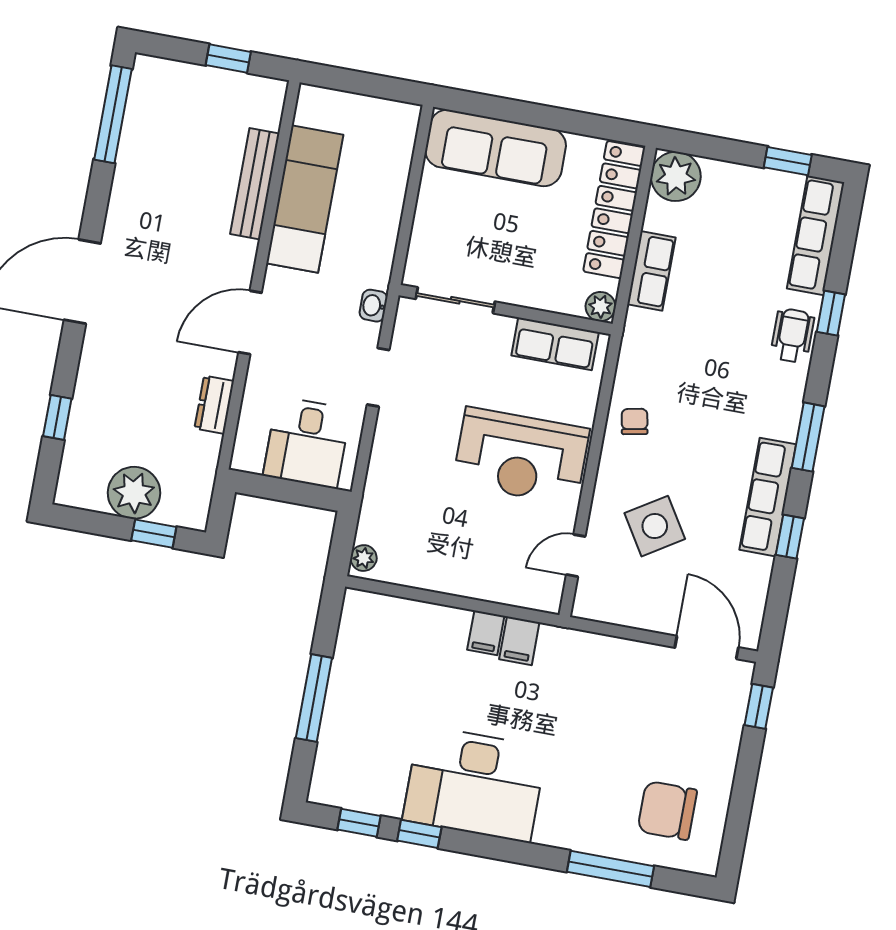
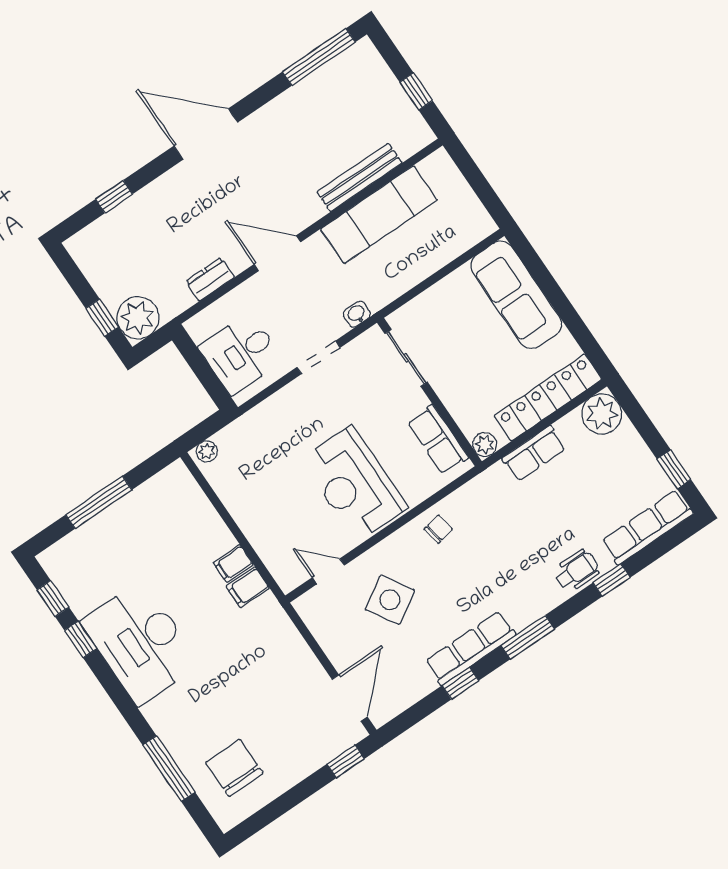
plant: (134, 493) -> (138, 318), moved

